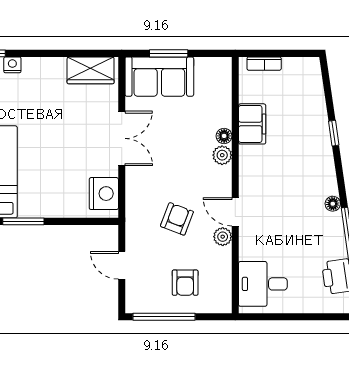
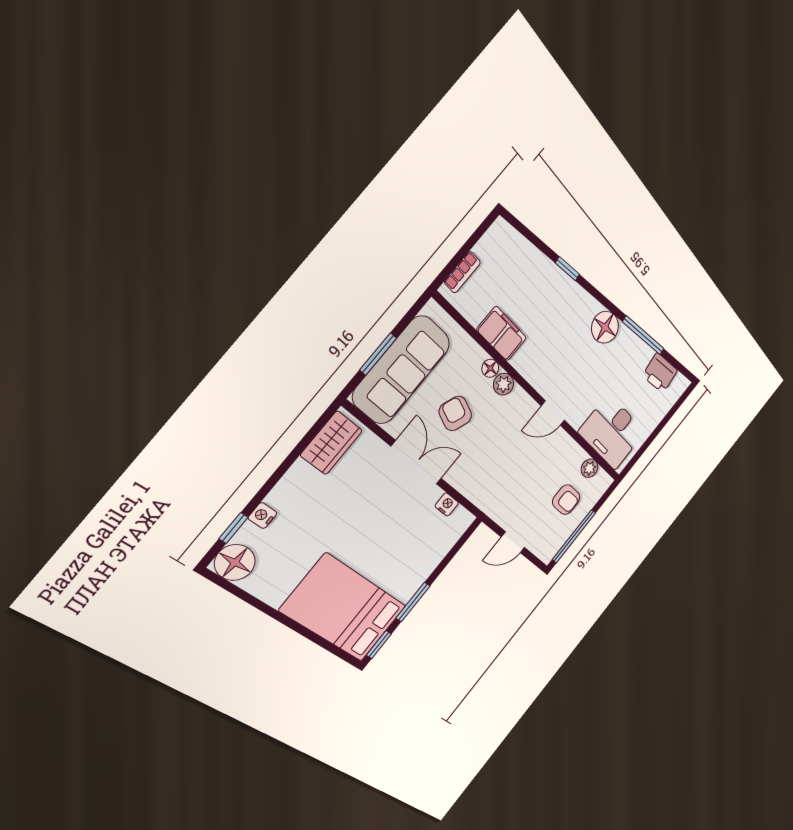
sofa: (159, 77) -> (402, 370), width x1.36
nightstand: (104, 194) -> (447, 504), width x0.53, depth x0.56
floor lamp: (333, 204) -> (605, 327), width x1.89, depth x1.89
armchair: (177, 219) -> (455, 413), moved
plant: (223, 237) -> (590, 468), moved
desk: (263, 284) -> (612, 432), width x1.37

